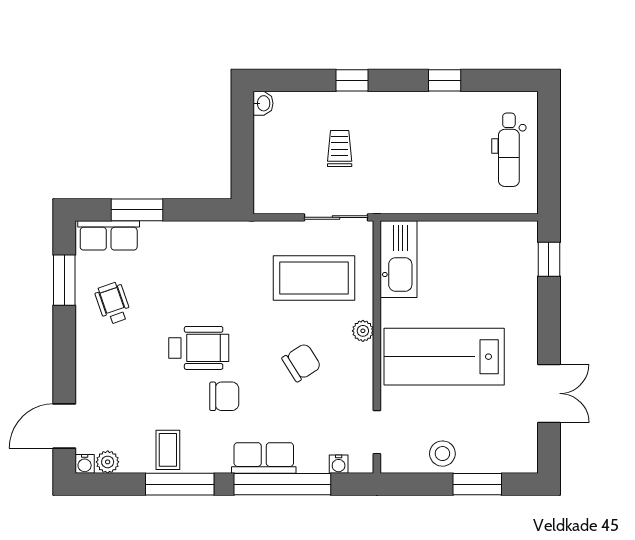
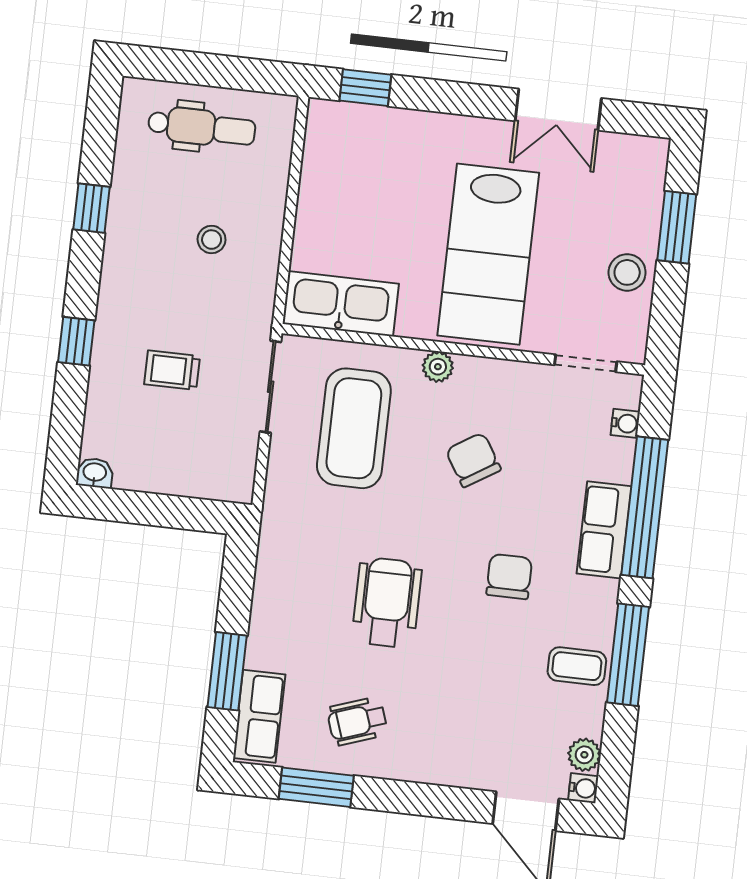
stool: (433, 165) -> (212, 240), added
wheelchair: (199, 348) -> (387, 602), moved
double door: (549, 393) -> (558, 110), swing flipped

